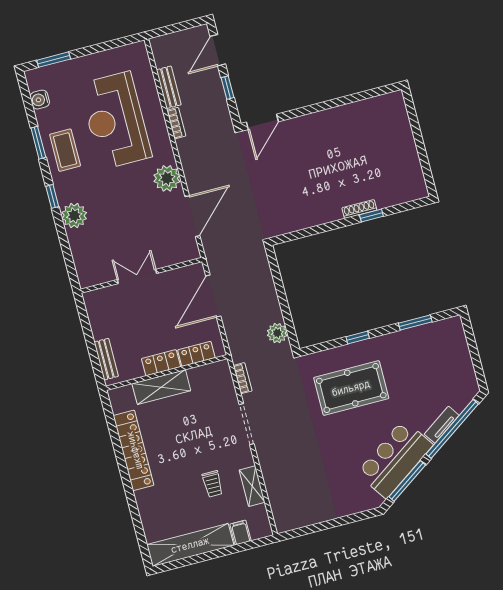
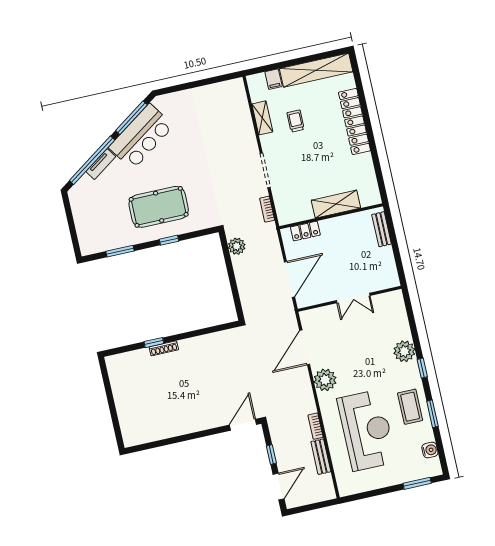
locker: (161, 363) -> (336, 225), removed
pool table: (351, 388) -> (159, 207), moved
locker: (134, 450) -> (355, 121), moved

